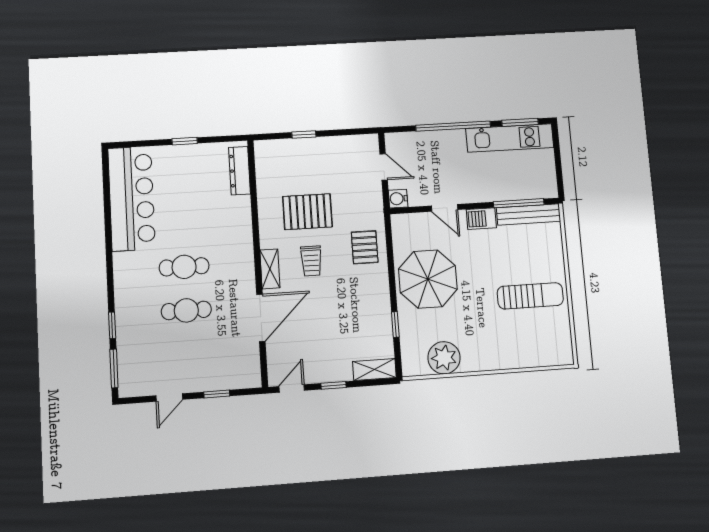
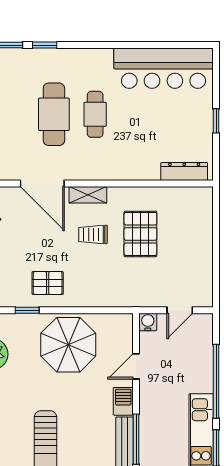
window: (304, 134) -> (216, 235), removed
pallet: (365, 247) -> (48, 283), moved
cafe table: (186, 310) -> (54, 114), width x1.37, depth x1.35

